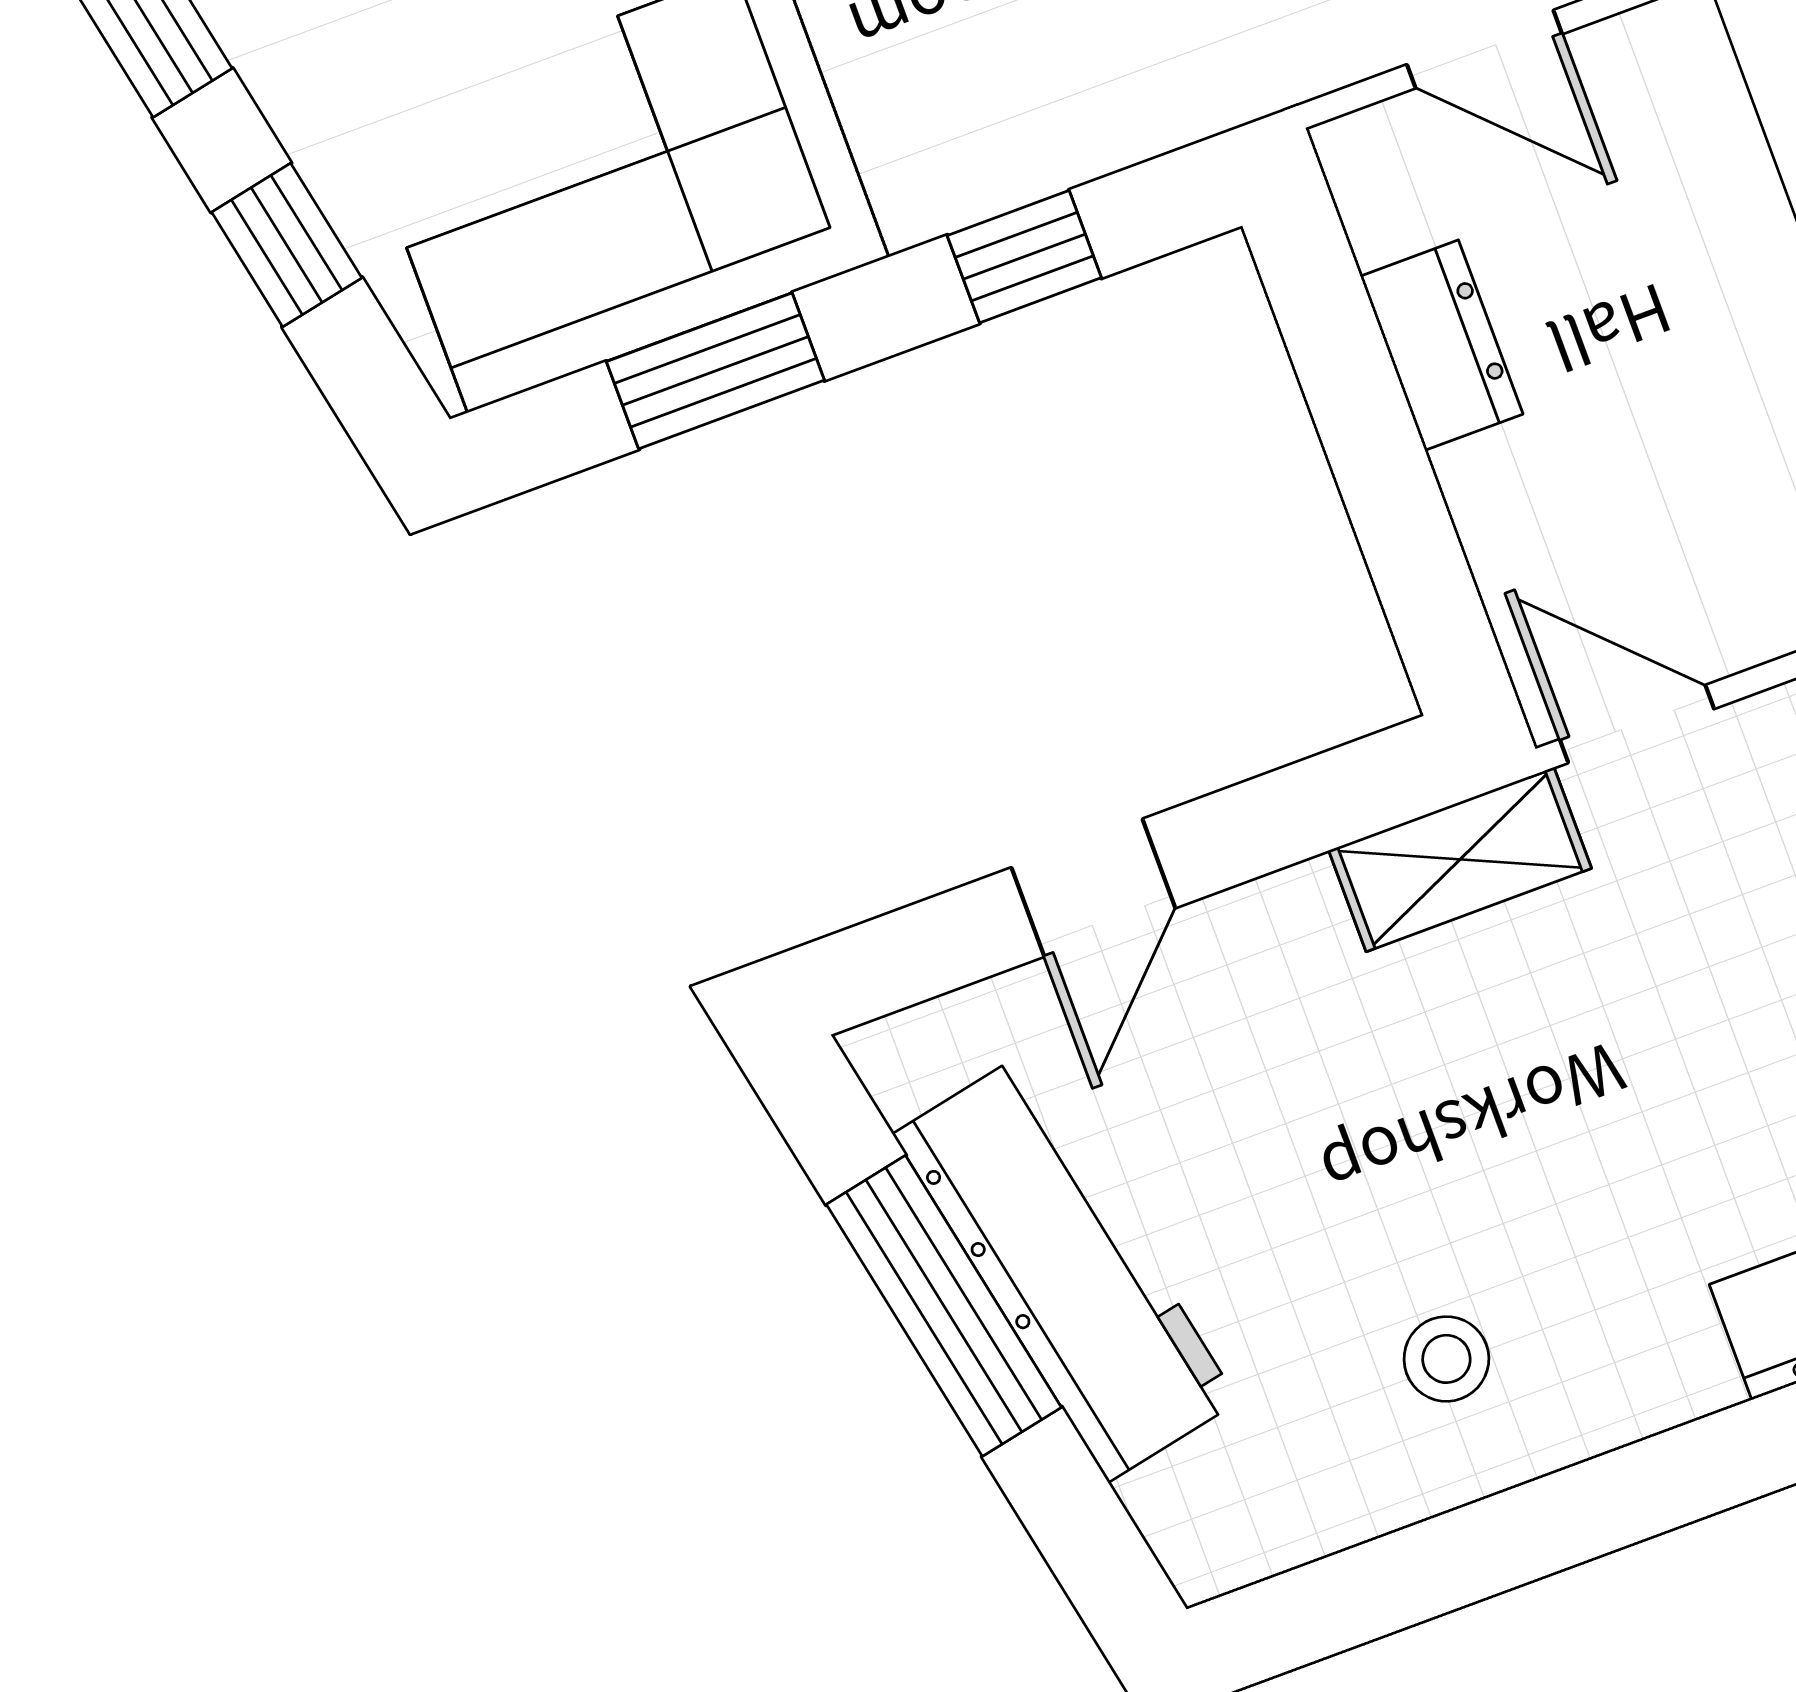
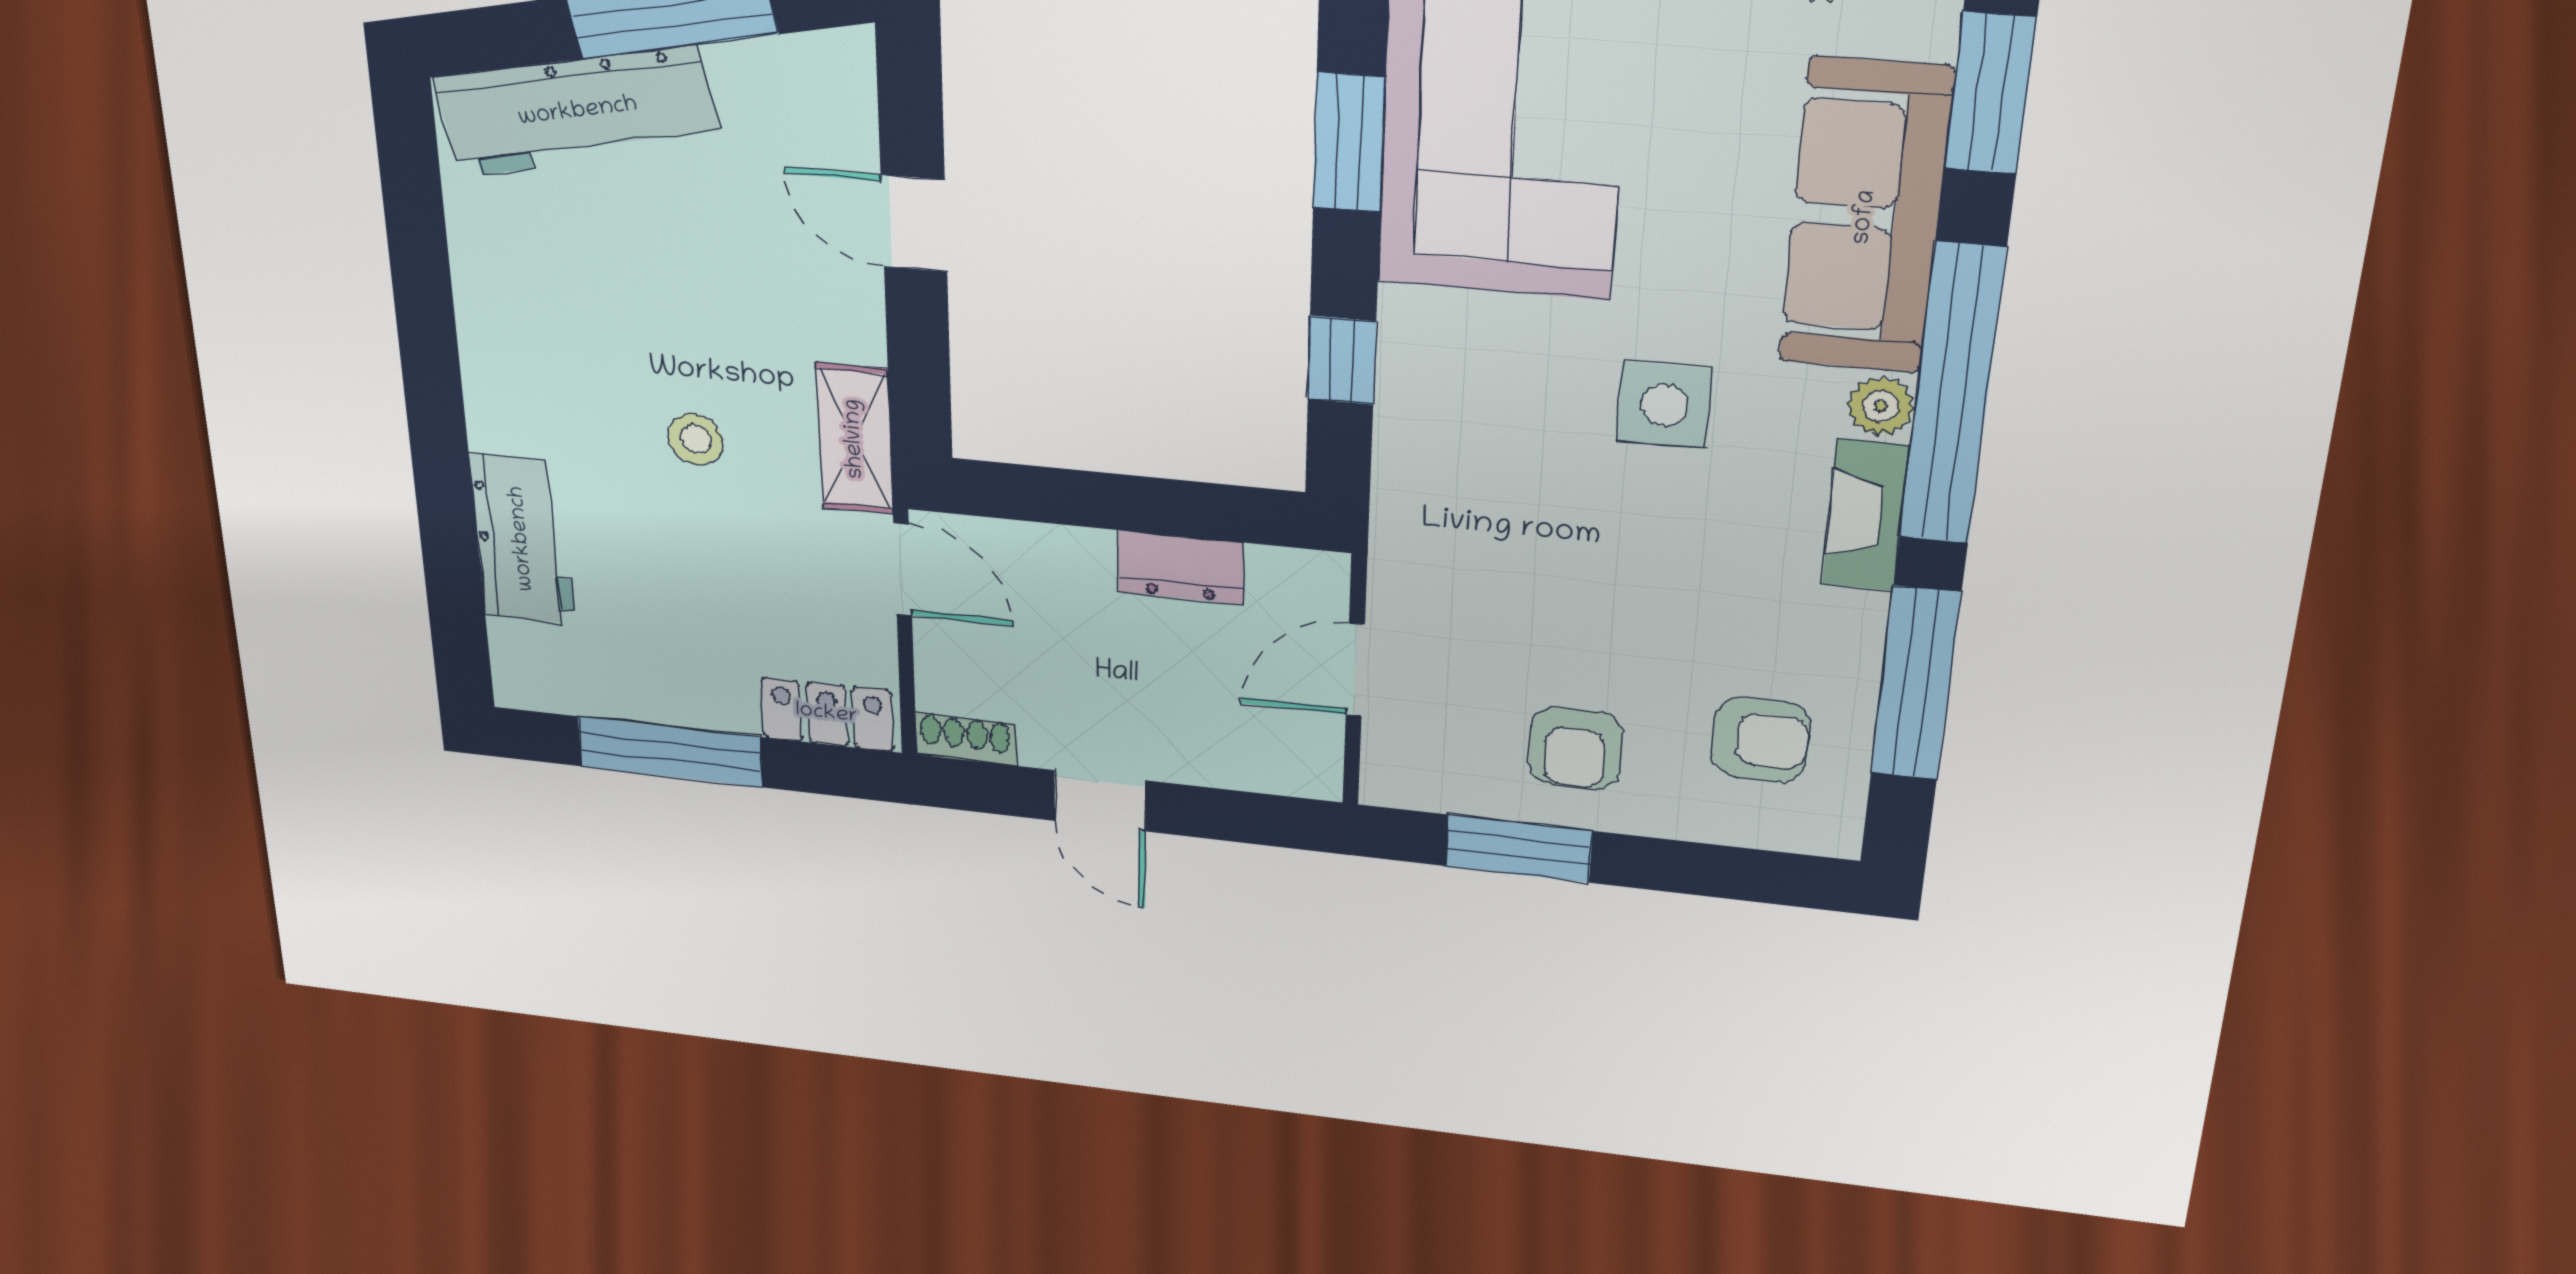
door: (1637, 724) -> (903, 569), hinge flipped
workbench: (1066, 1268) -> (578, 112), moved
stool: (1446, 1359) -> (695, 439), moved

